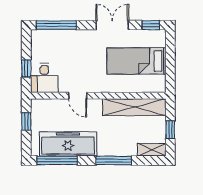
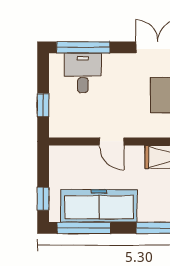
desk: (44, 78) -> (83, 73), moved, turned 180
window: (26, 121) -> (43, 199), moved

